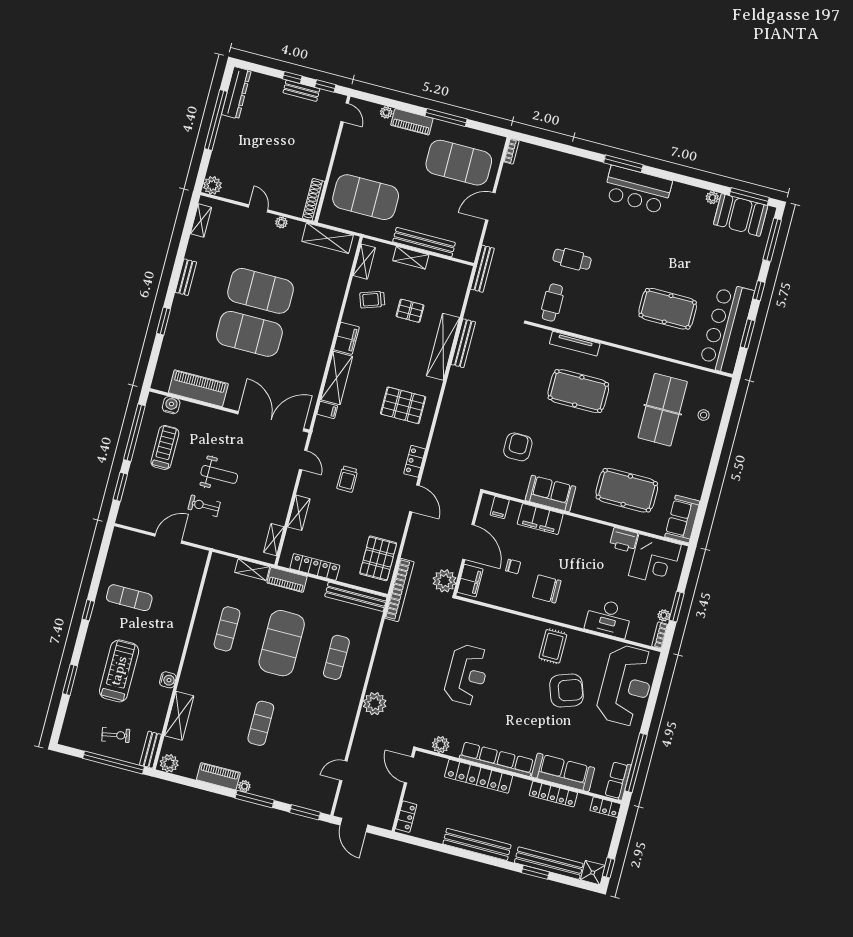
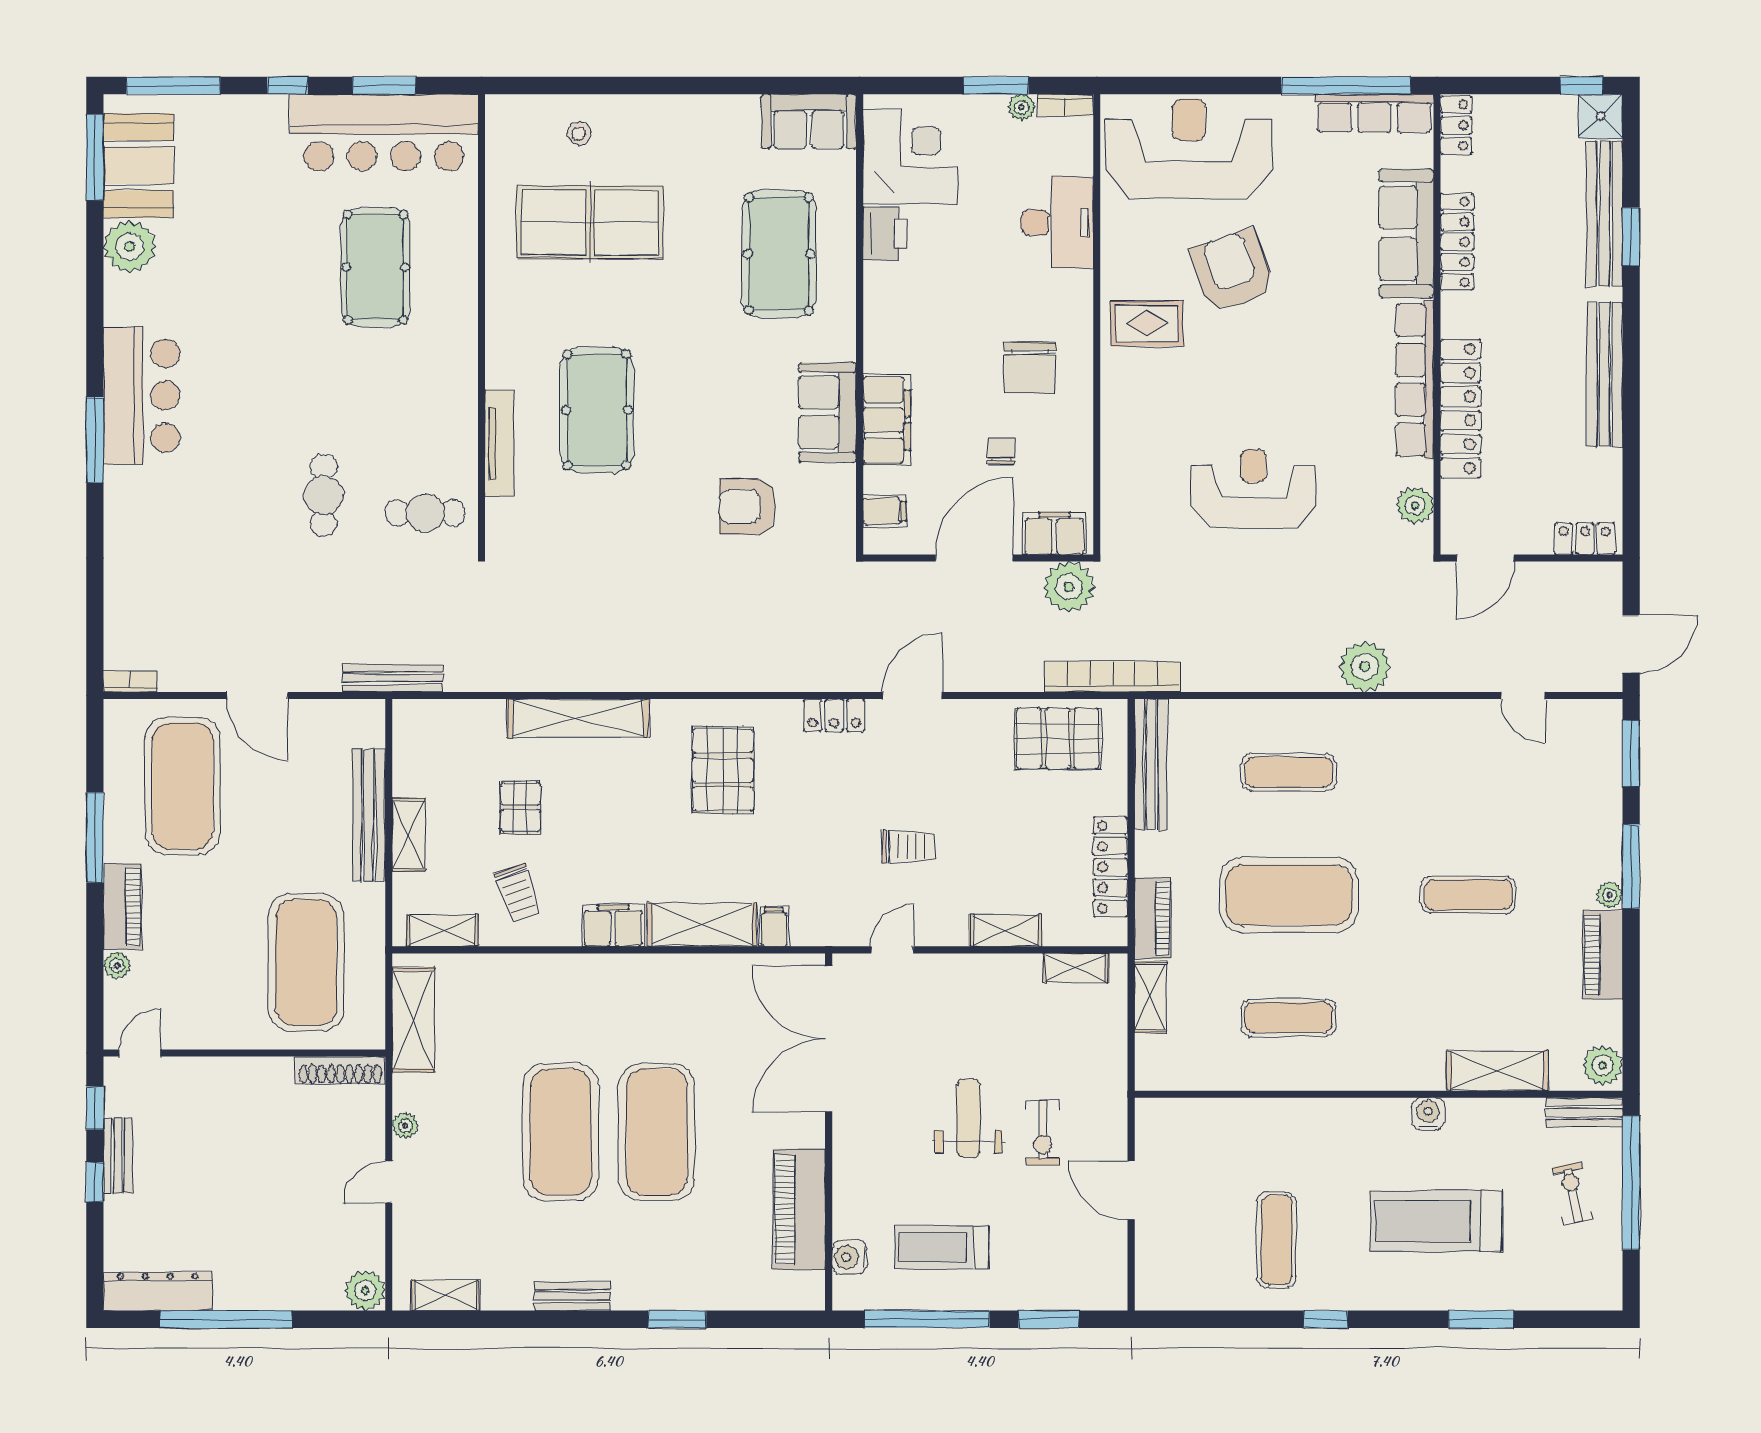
plant: (712, 198) -> (130, 247), width x1.88, depth x1.88
bench: (463, 343) -> (559, 678), removed
row of seats: (618, 781) -> (1374, 113), width x1.48

